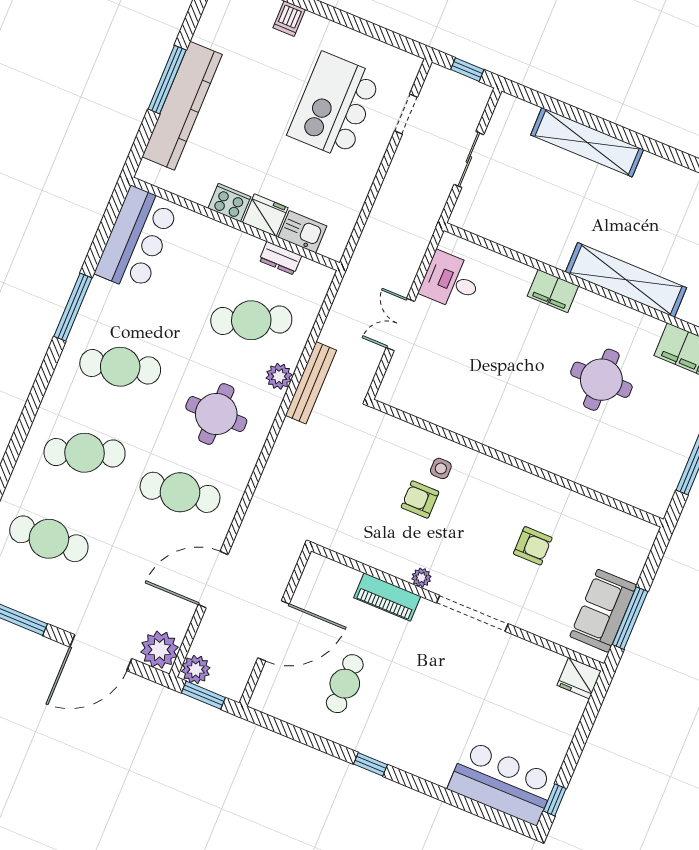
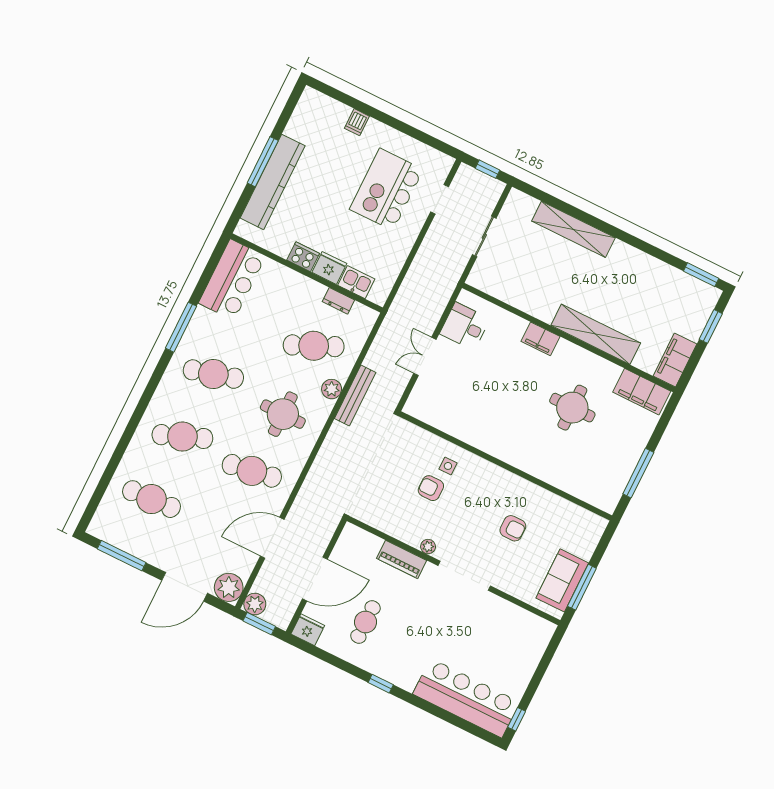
fridge: (579, 678) -> (308, 630), moved, turned 180
bar counter: (502, 783) -> (466, 698), width x1.36

